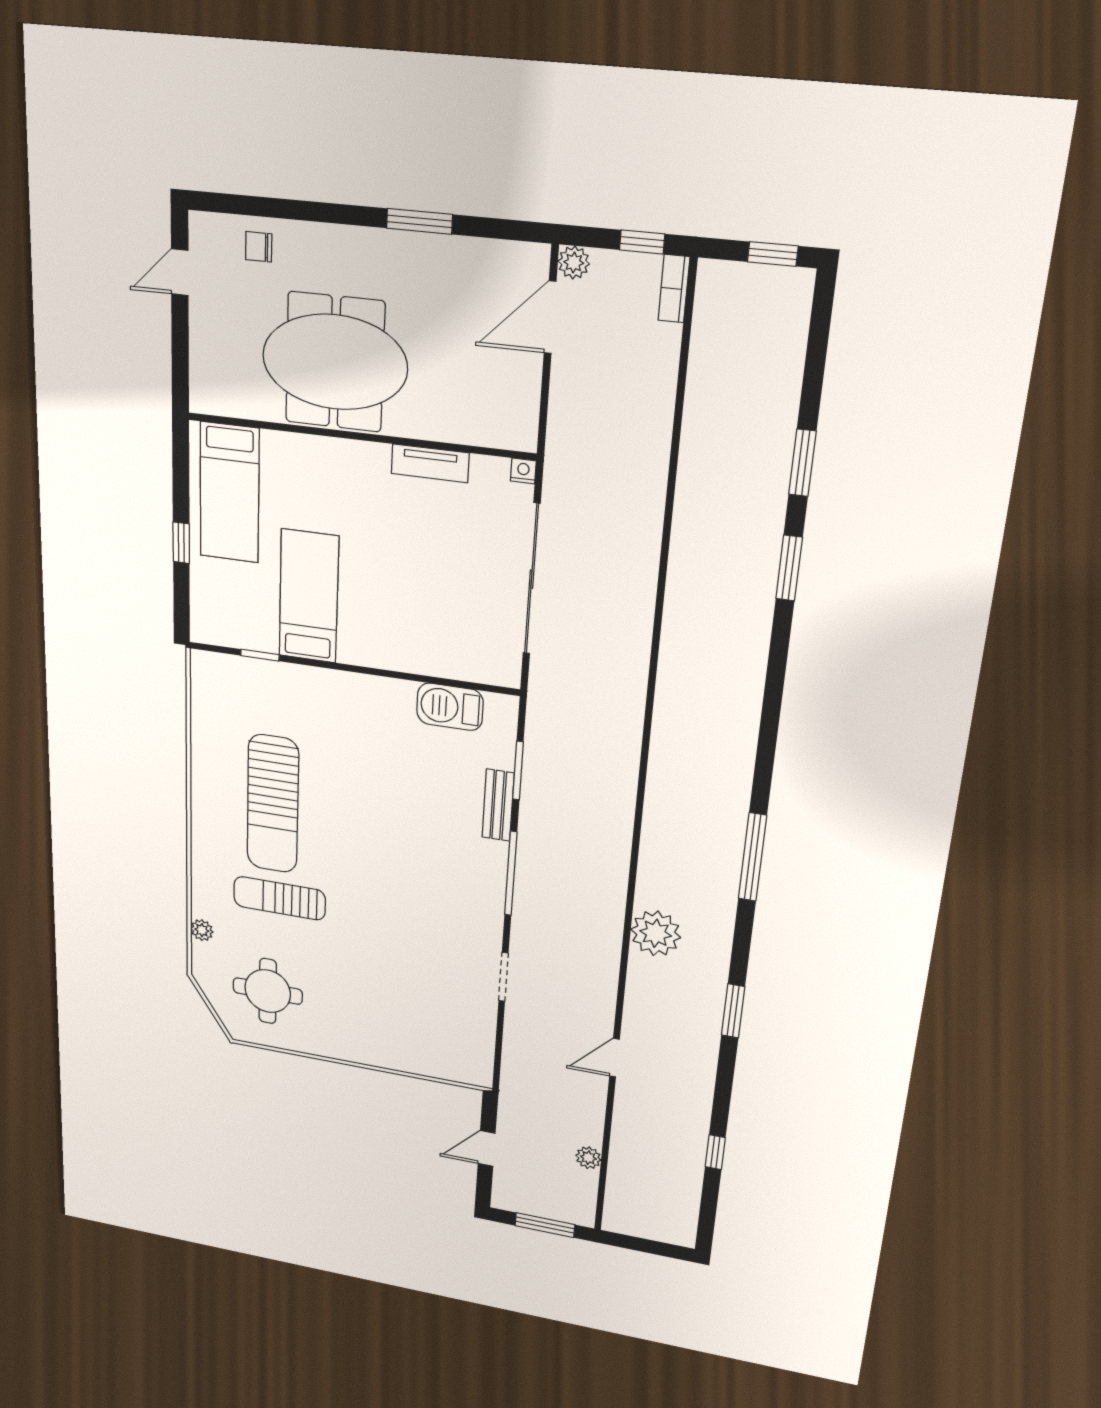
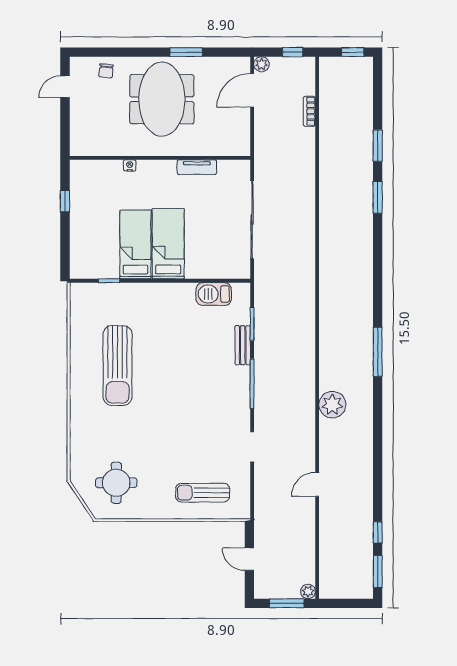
chair: (259, 247) -> (106, 71), turned -85
bookcase: (674, 289) -> (309, 111), moved
meeting table: (335, 362) -> (162, 99), moved, turned 90
nightstand: (523, 471) -> (130, 165), moved
bed: (229, 493) -> (168, 244), moved, turned 180
window: (181, 543) -> (65, 201), moved
sun lounger: (279, 898) -> (203, 493), moved
plant: (202, 930) -> (76, 451), removed
window: (733, 1011) -> (378, 572), moved
door: (487, 1148) -> (249, 559), hinge flipped
plant: (588, 1158) -> (308, 591), moved

